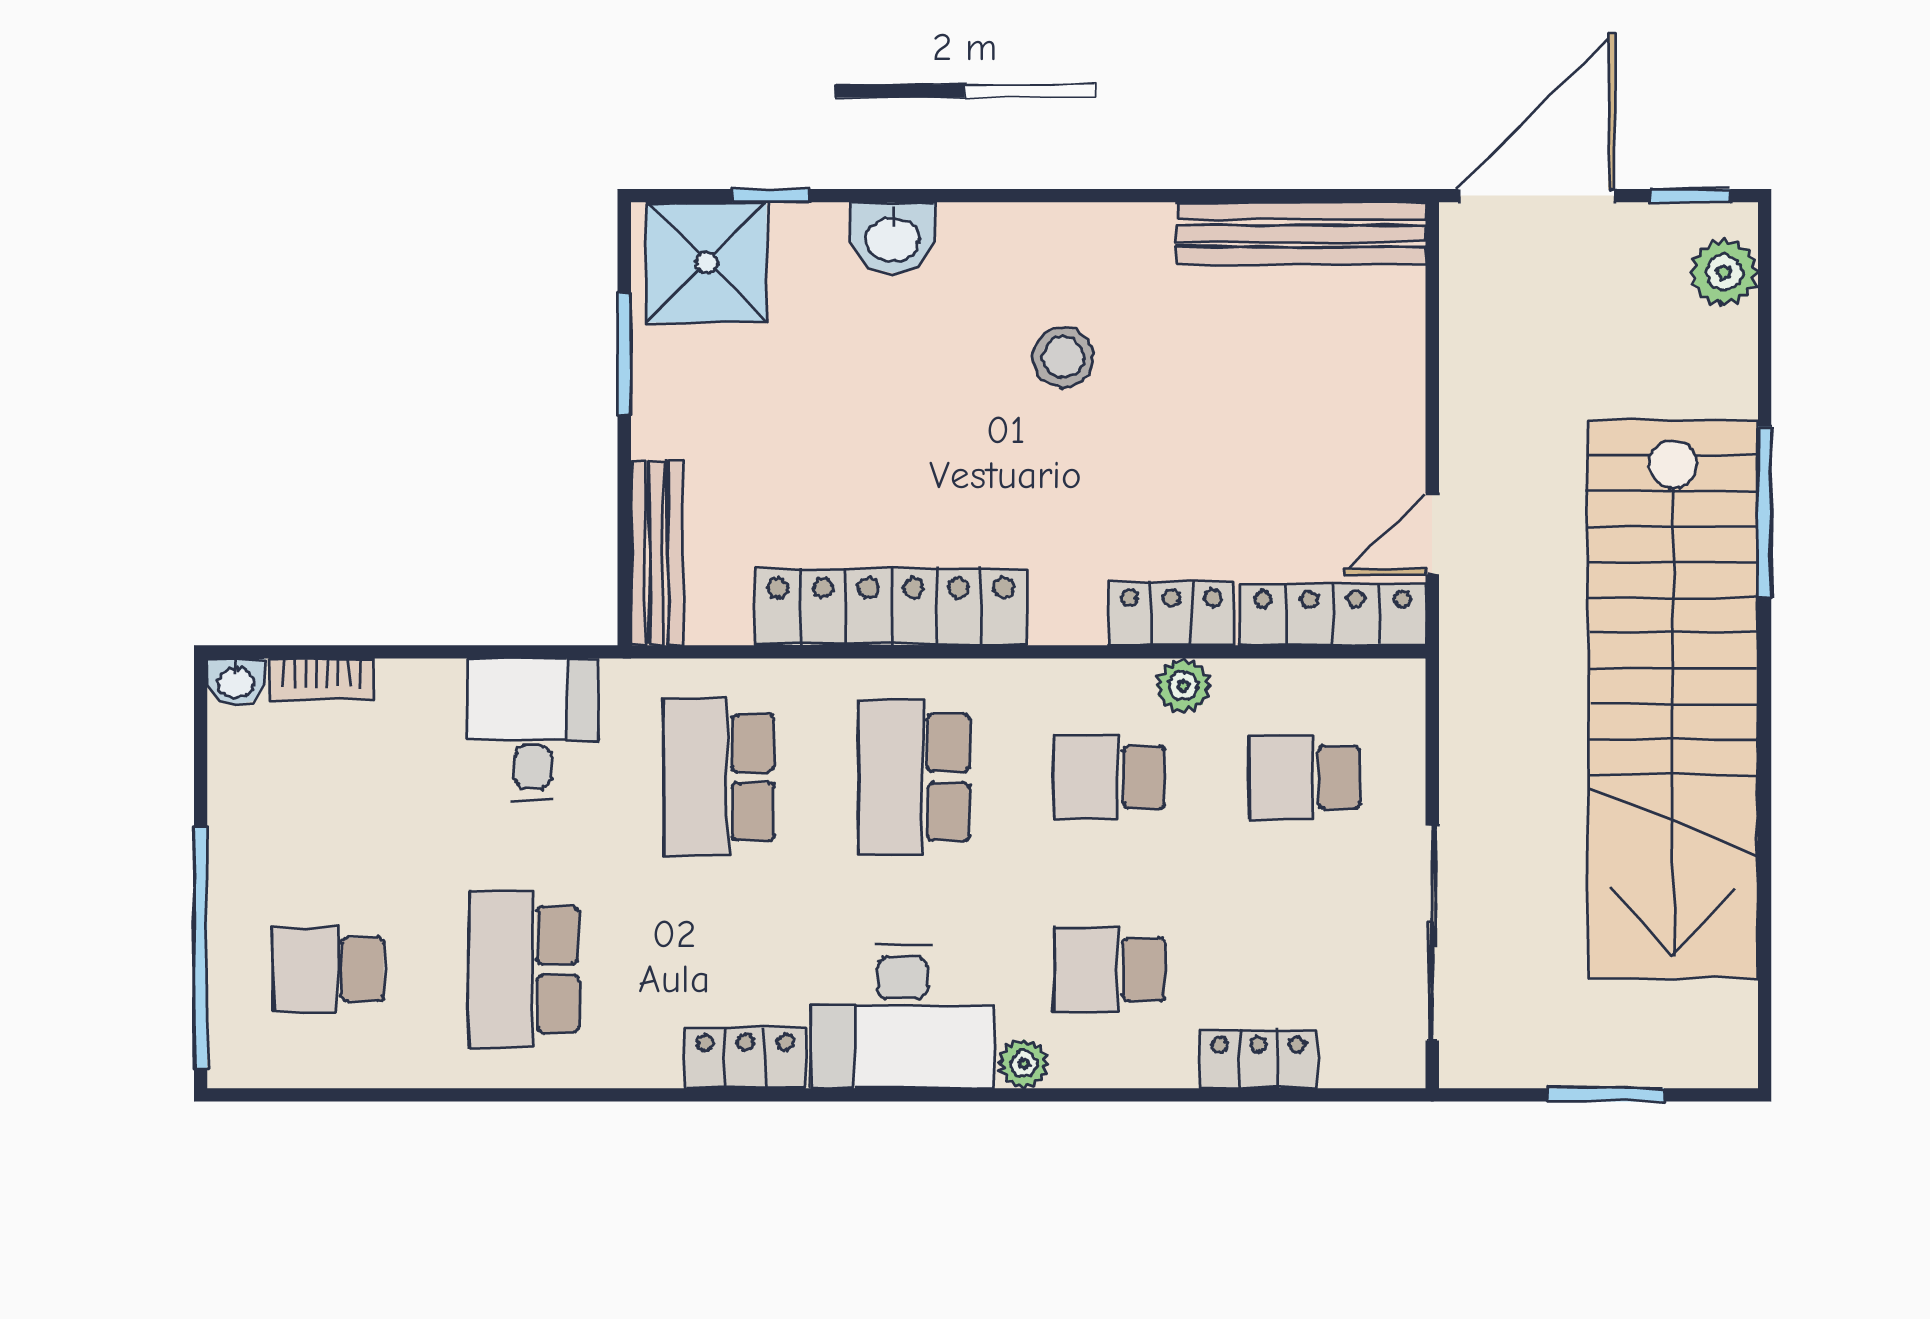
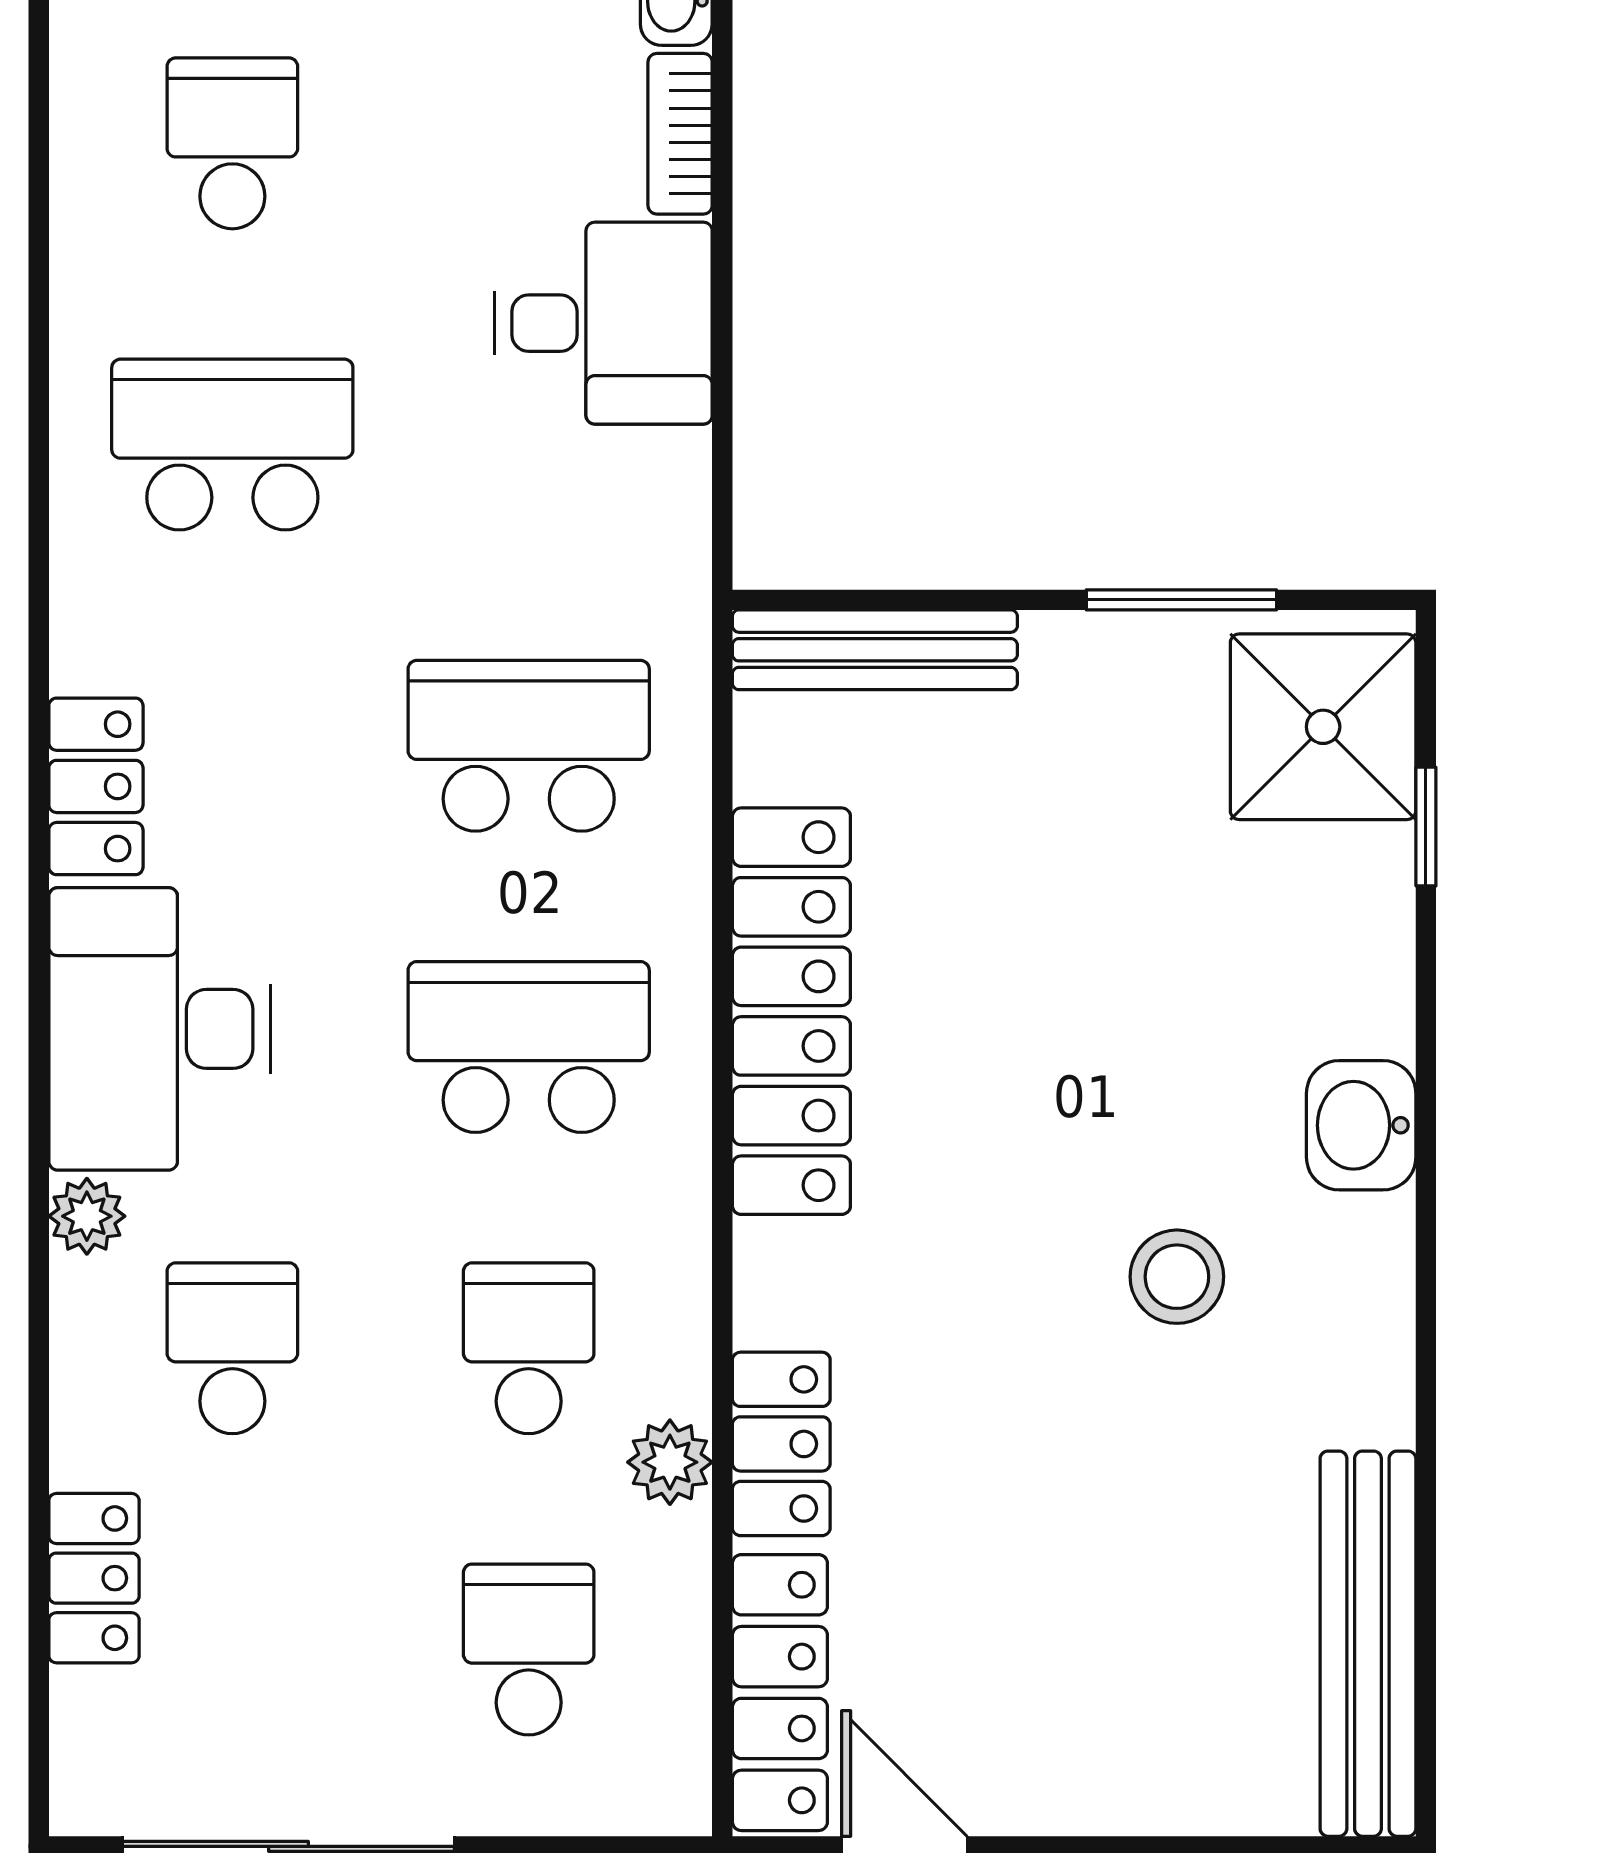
washbasin: (893, 238) -> (1361, 1125), moved
desk: (533, 729) -> (603, 323), moved

